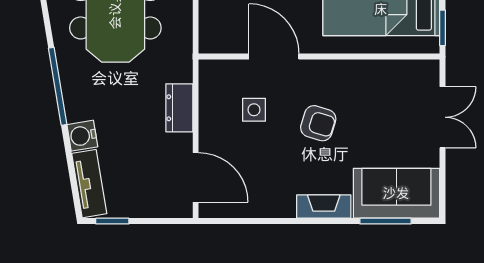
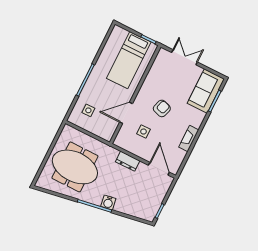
water cooler: (82, 136) -> (108, 202), moved
door: (196, 177) -> (159, 169), hinge flipped
tv unit: (89, 184) -> (140, 213), removed
fireplace: (324, 207) -> (189, 138), moved

